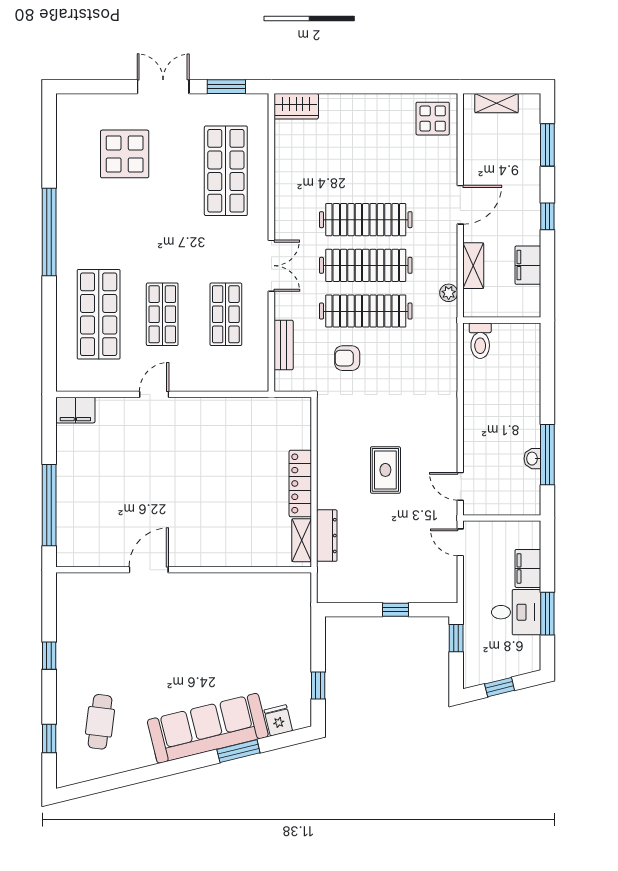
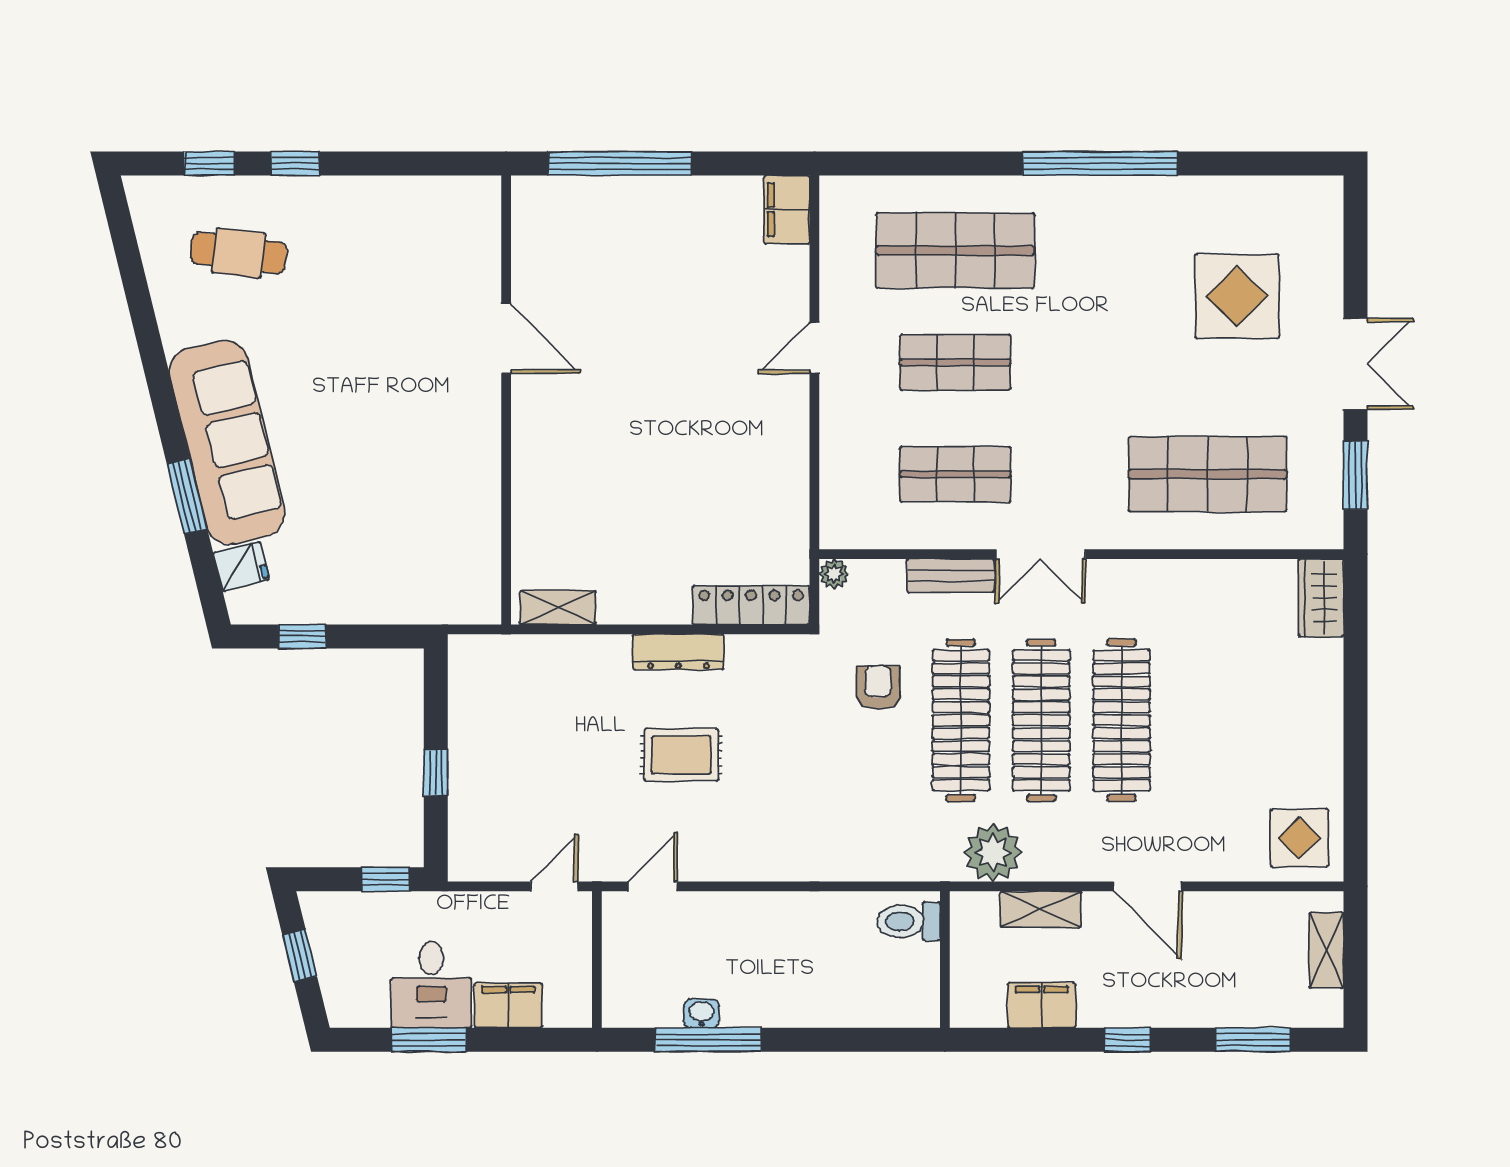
plant: (449, 293) -> (993, 852), width x1.88, depth x1.88
bench: (284, 345) -> (950, 576), moved
plant: (282, 383) -> (834, 574), added
door: (154, 394) -> (814, 348), swing flipped
locker: (300, 483) -> (751, 605), moved
dresser: (327, 536) -> (678, 652), moved
window: (49, 656) -> (295, 163), moved

